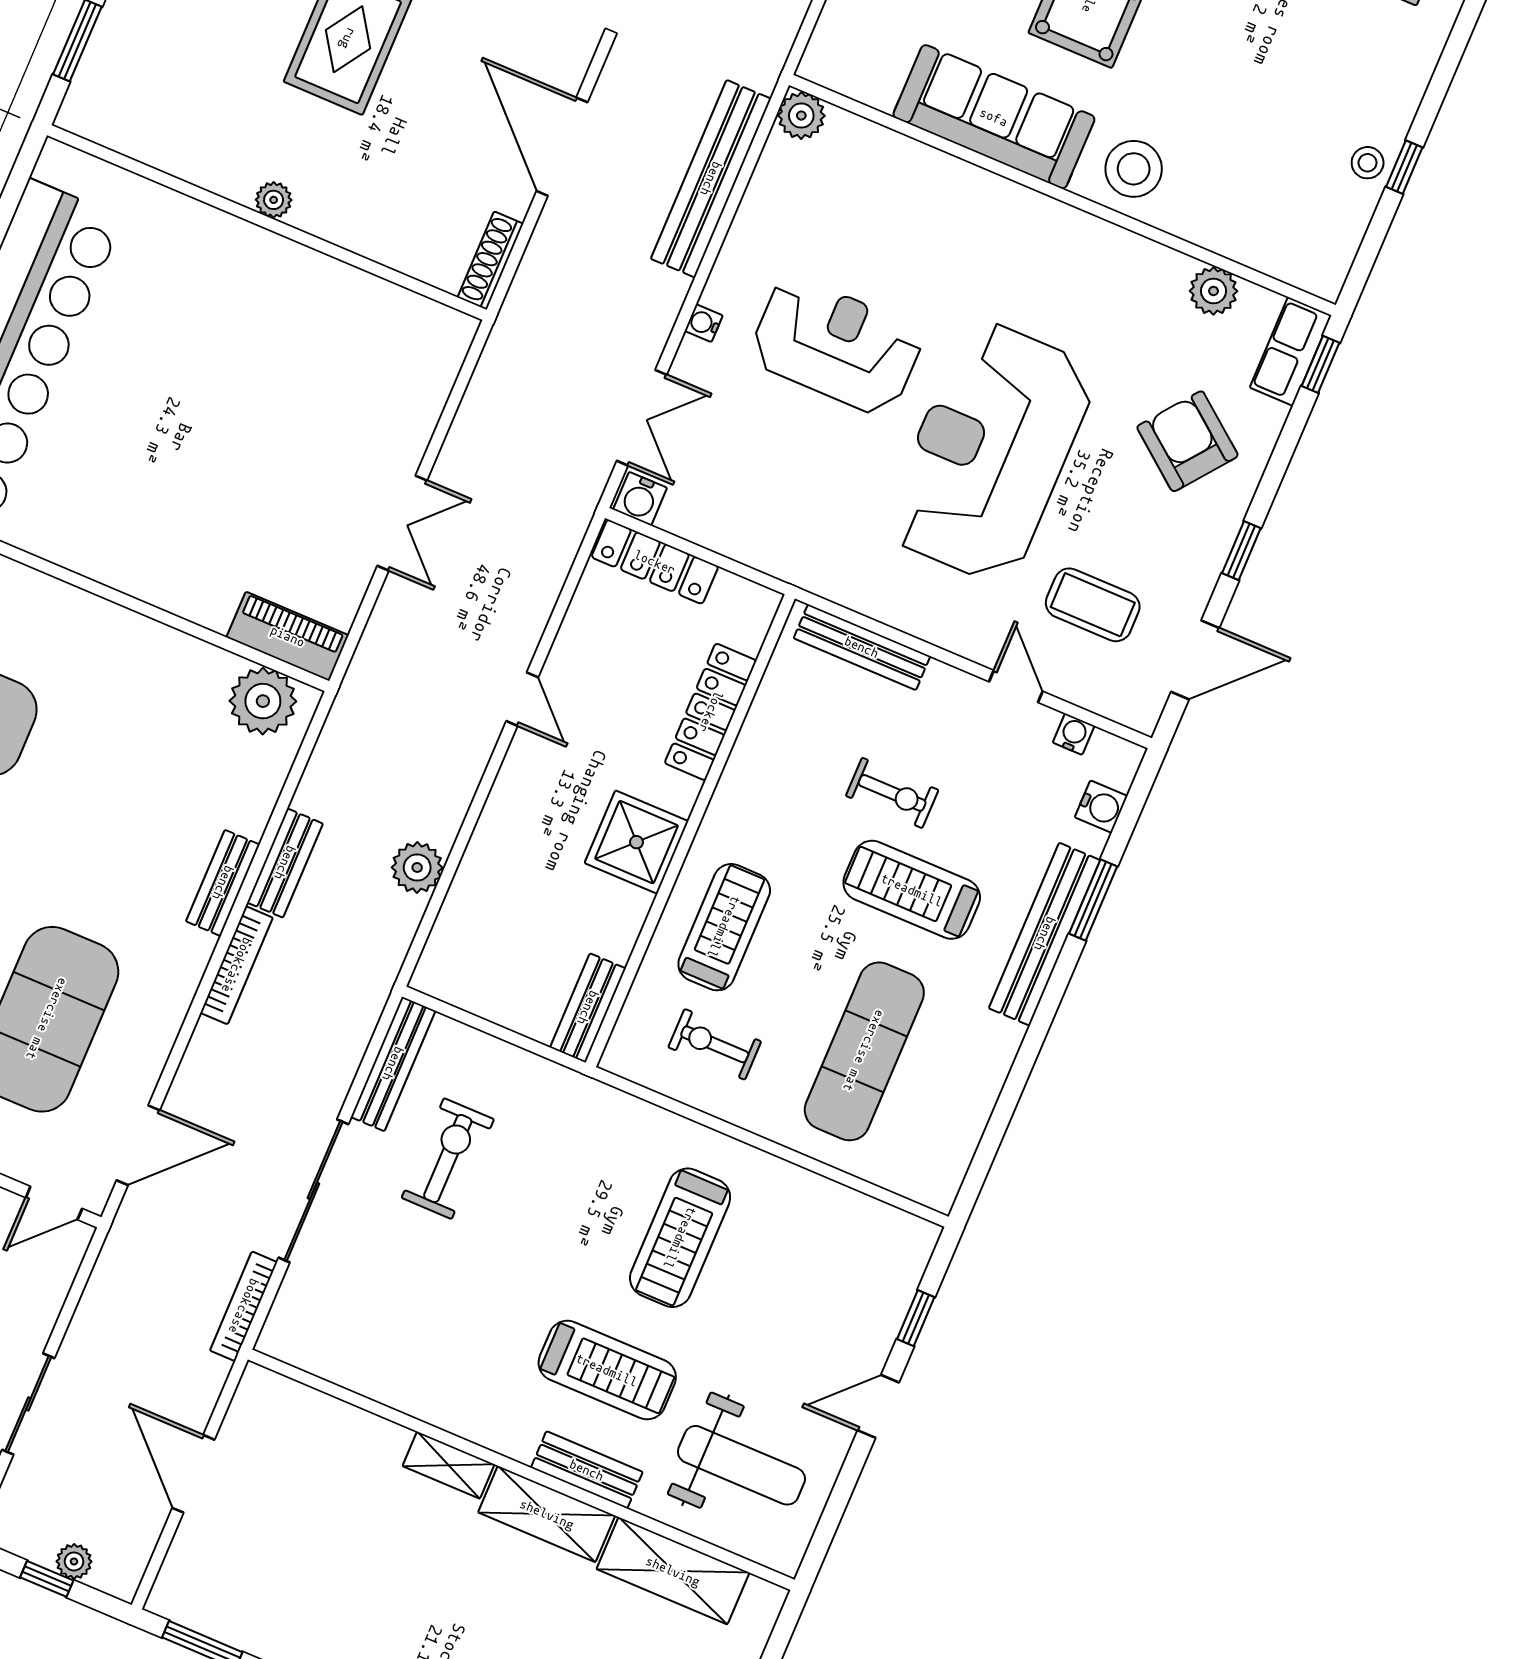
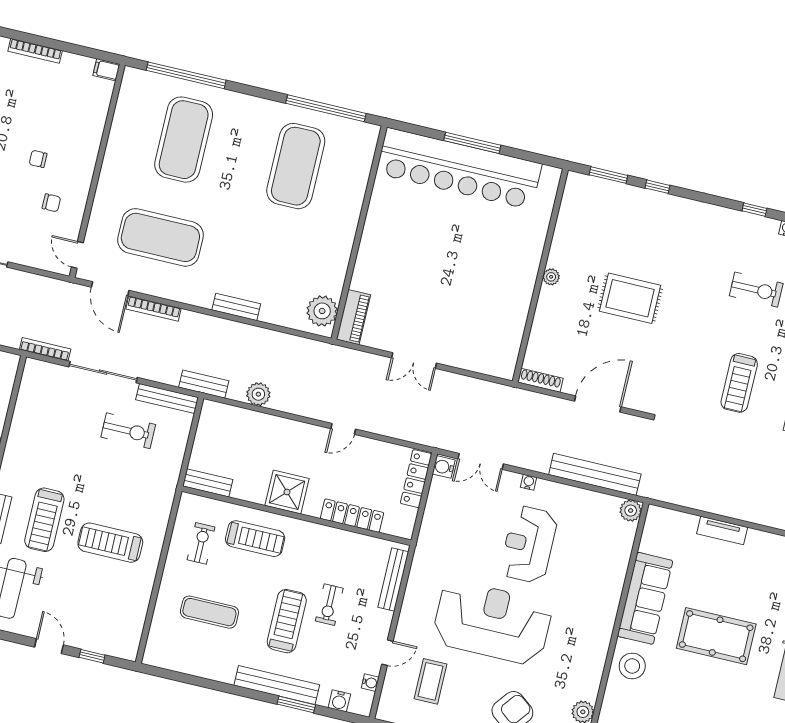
reception desk: (836, 345) -> (529, 544), turned 180
bench: (285, 863) -> (204, 384), moved
bookcase: (237, 965) -> (154, 309), moved
exercise mat: (864, 1051) -> (209, 612), width x0.73, depth x0.69

